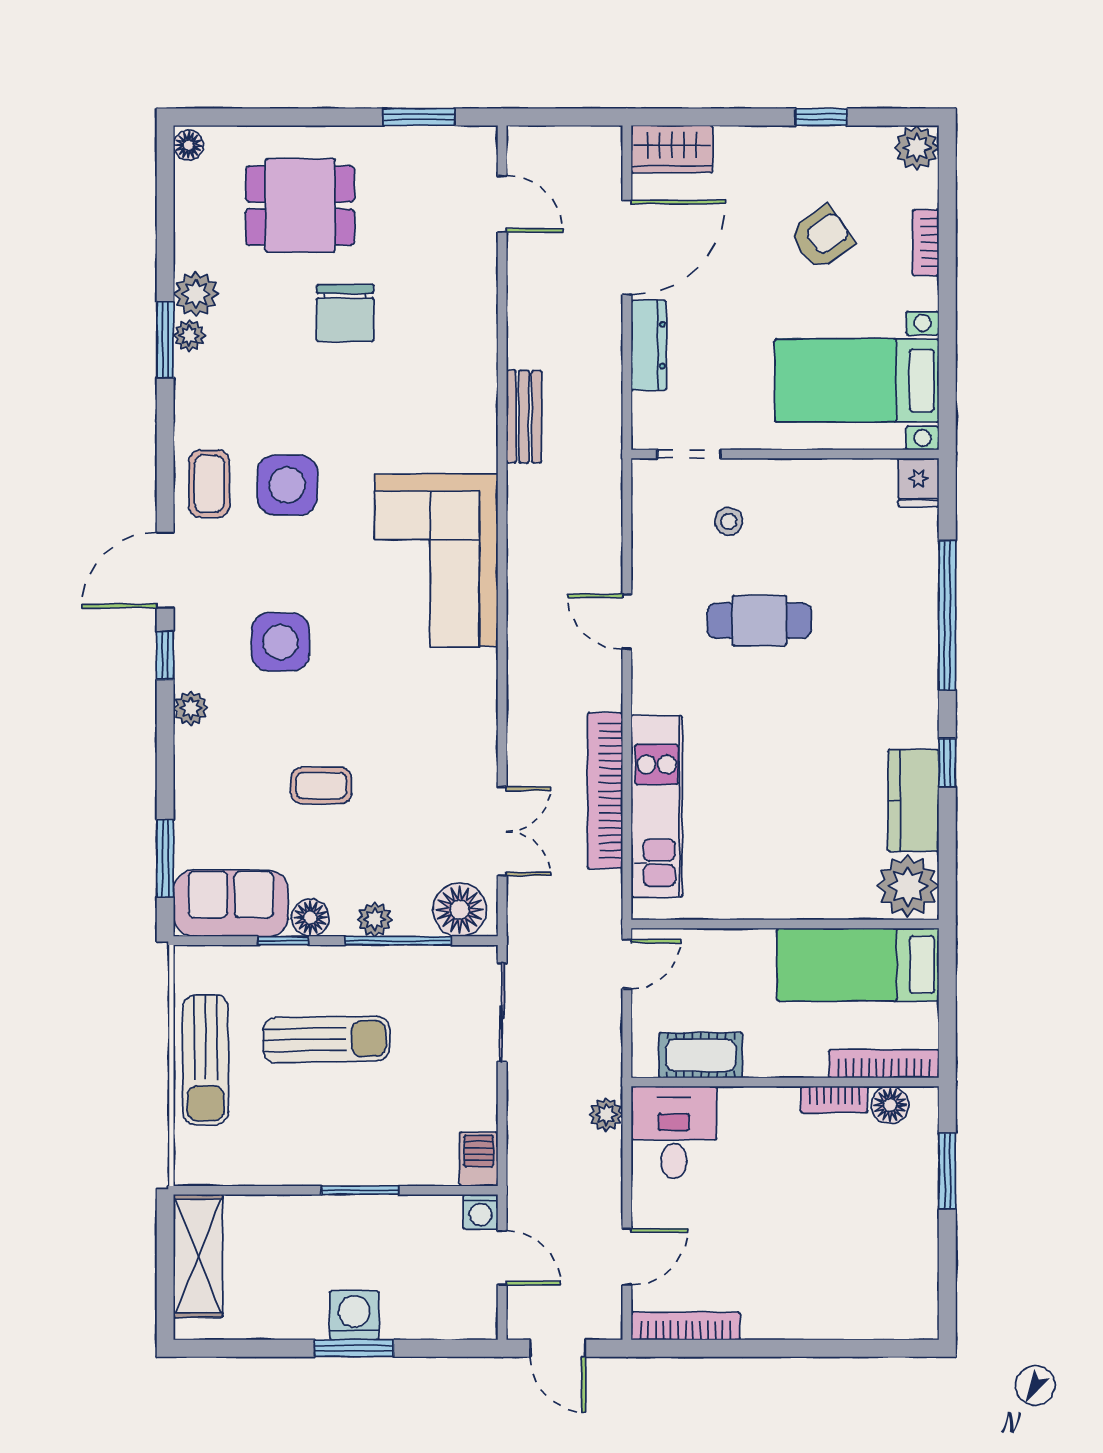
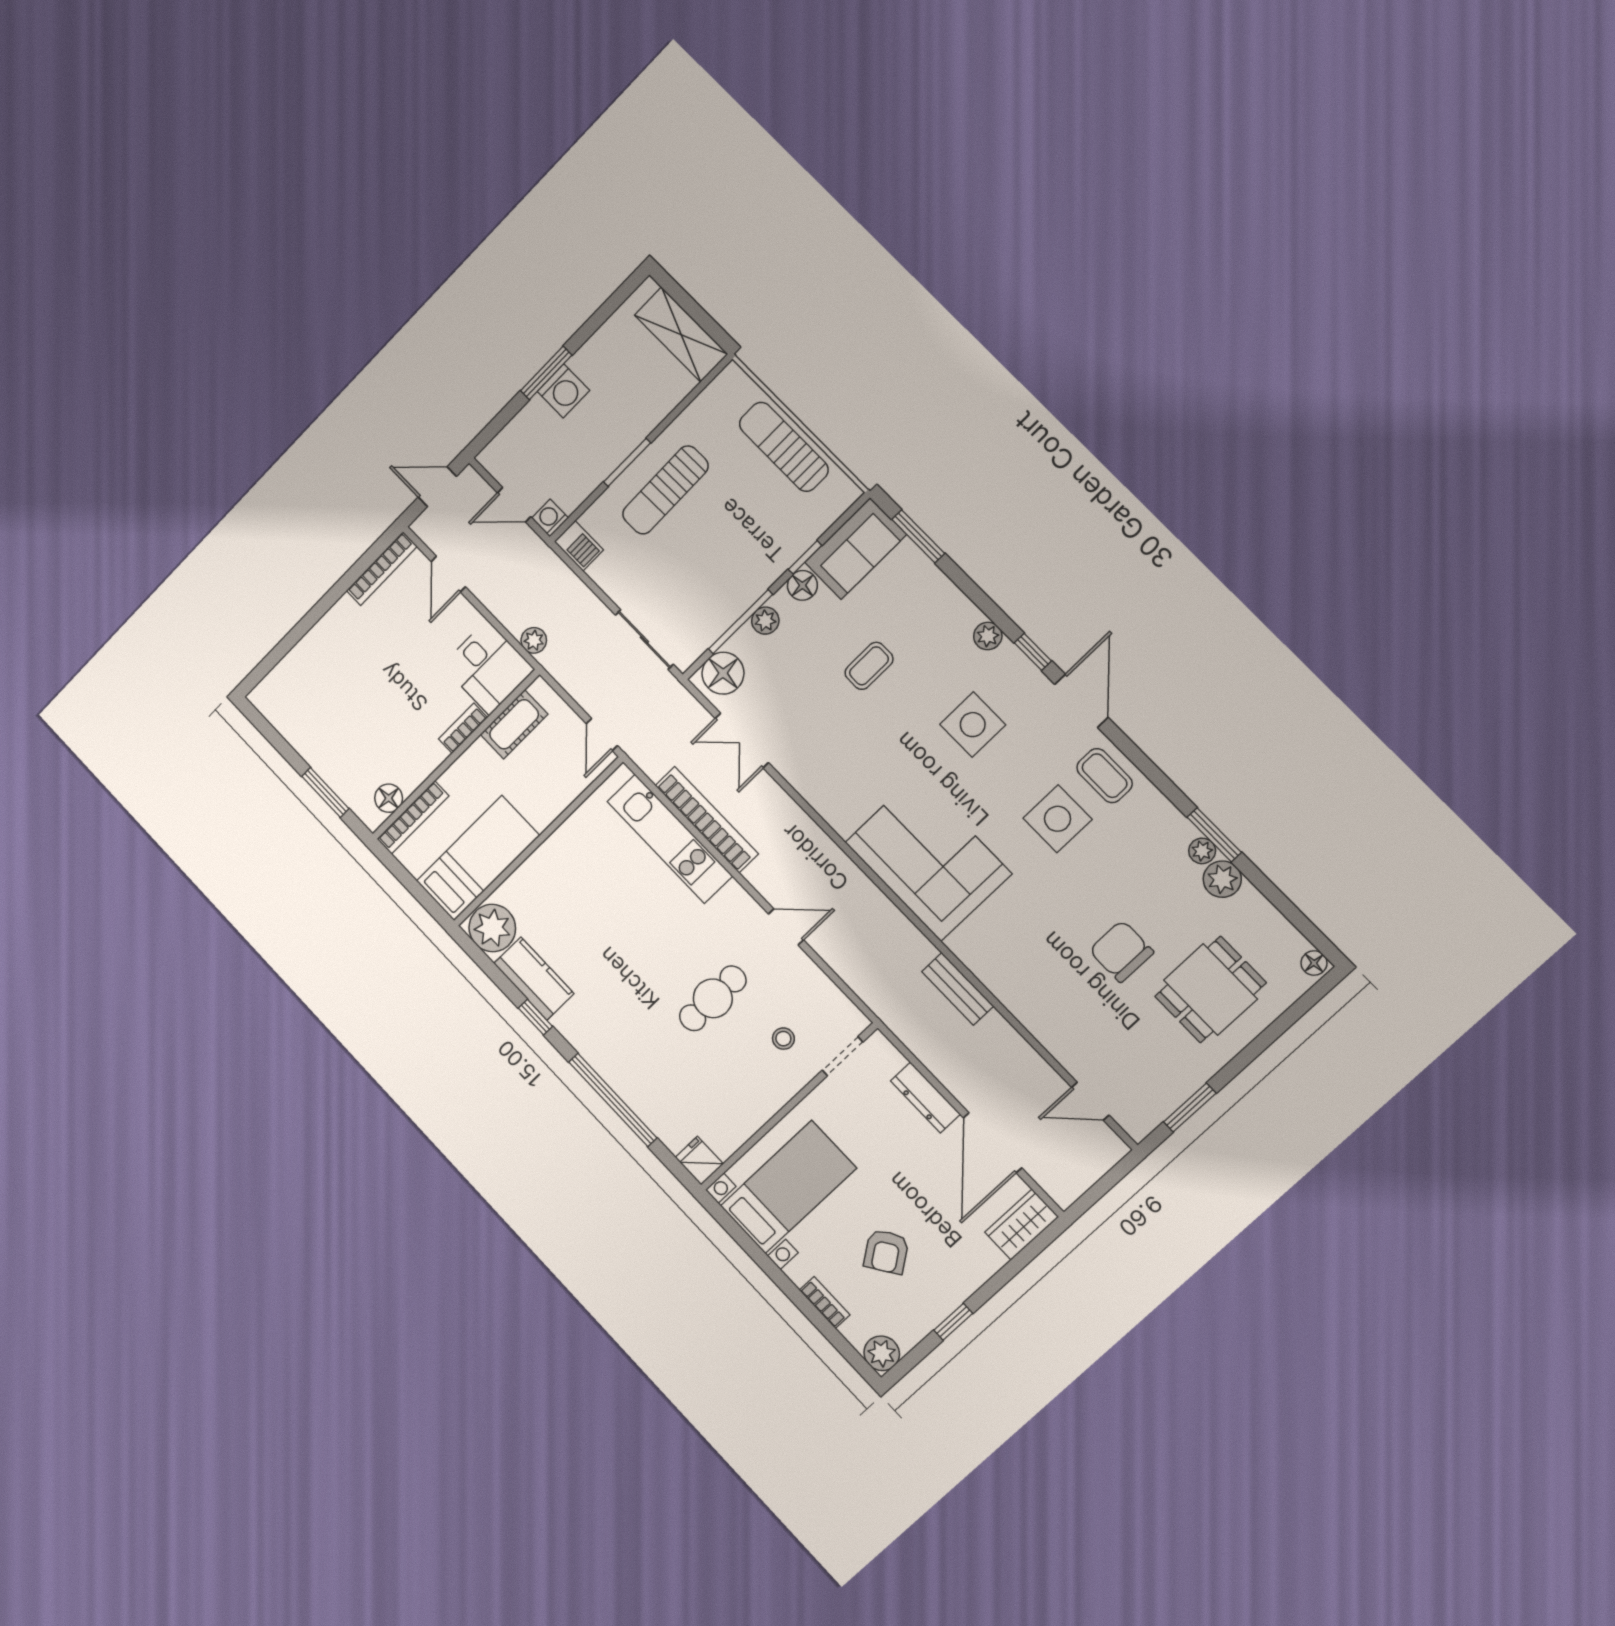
sun lounger: (326, 1039) -> (665, 490), moved
bookcase: (834, 1100) -> (463, 728), moved

